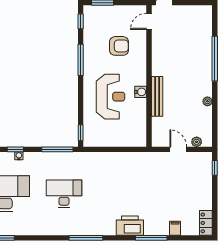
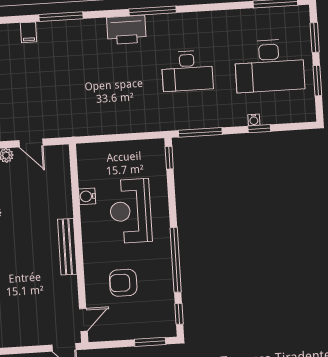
window: (81, 60) -> (176, 260), width x1.46
water cooler: (141, 92) -> (87, 196), moved
bench: (157, 96) -> (67, 247), moved
printer: (130, 226) -> (126, 30), moved

